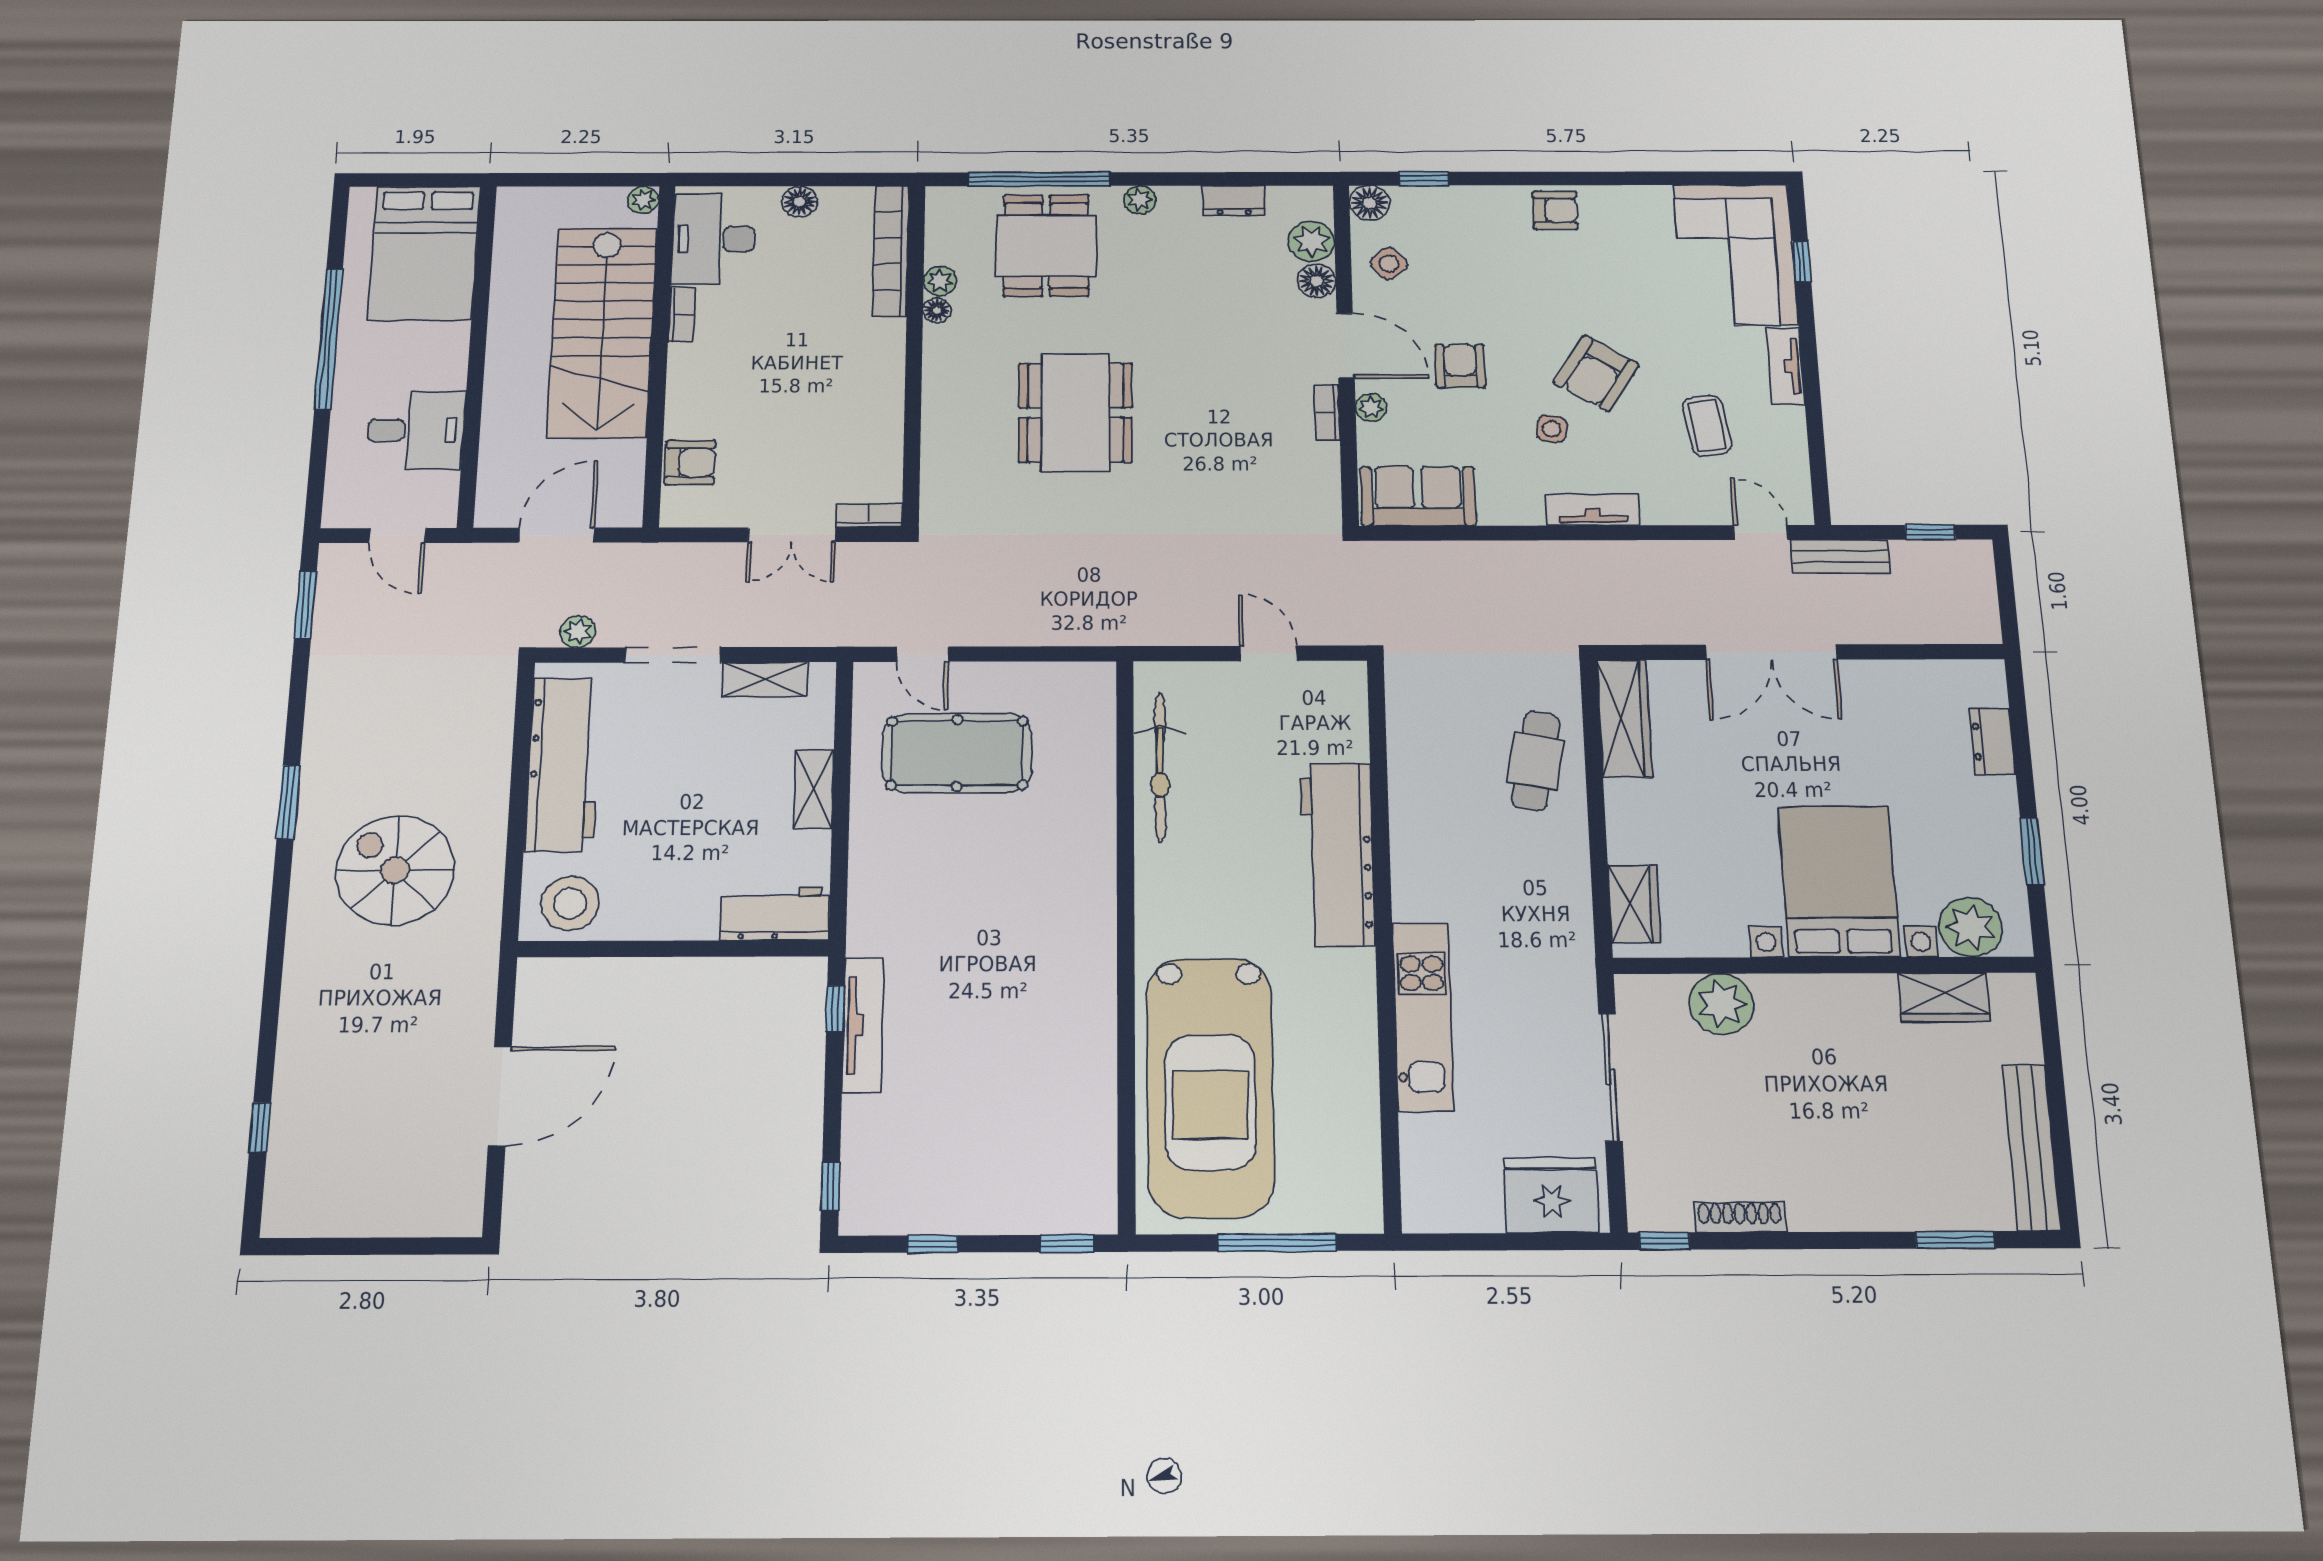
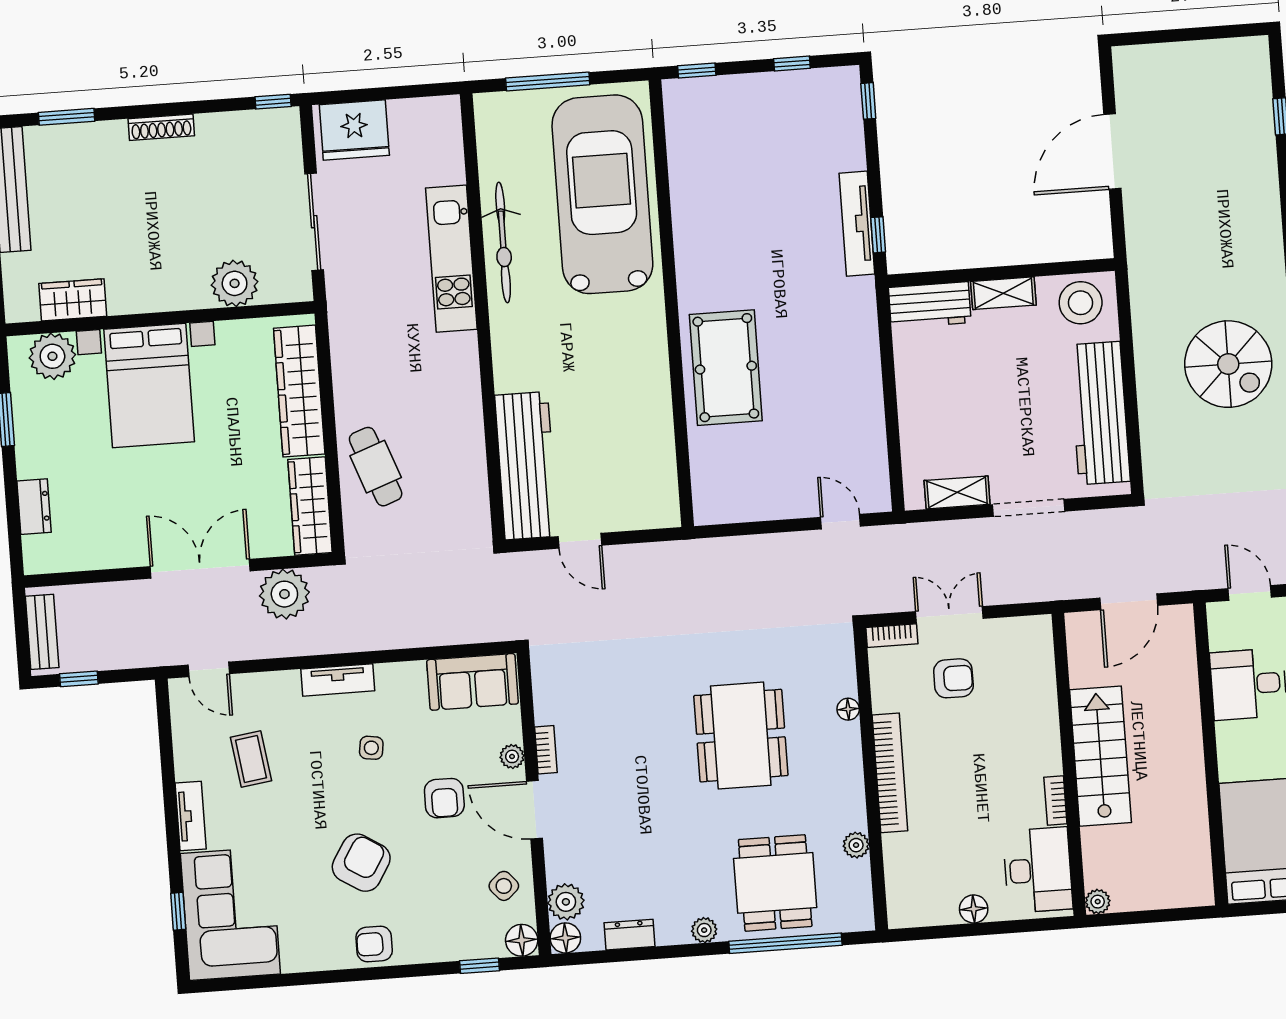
bookcase: (891, 251) -> (890, 773), moved
floor lamp: (1317, 281) -> (565, 938), moved
floor lamp: (937, 310) -> (848, 709), moved
stairs: (602, 332) -> (1100, 756), width x0.73, depth x0.66
armchair: (1596, 373) -> (361, 863), moved
armchair: (690, 462) -> (953, 678), moved, turned 180
bench: (1840, 556) -> (42, 632), moved, turned 90
plant: (578, 631) -> (284, 594), moved, width x1.87, depth x1.87
pool table: (957, 753) -> (726, 368), moved, turned 90
cafe table: (1536, 761) -> (376, 467), turned -31
bicycle: (1160, 767) -> (503, 242), moved, turned 180
shelving: (814, 789) -> (1003, 293), moved, turned 90
workbench: (1337, 854) -> (526, 466), moved
spiral stairs: (395, 870) -> (1228, 364), moved
wardrobe: (1634, 904) -> (299, 391), width x2.10, depth x1.17
shoe rack: (1740, 1217) -> (161, 127), moved

